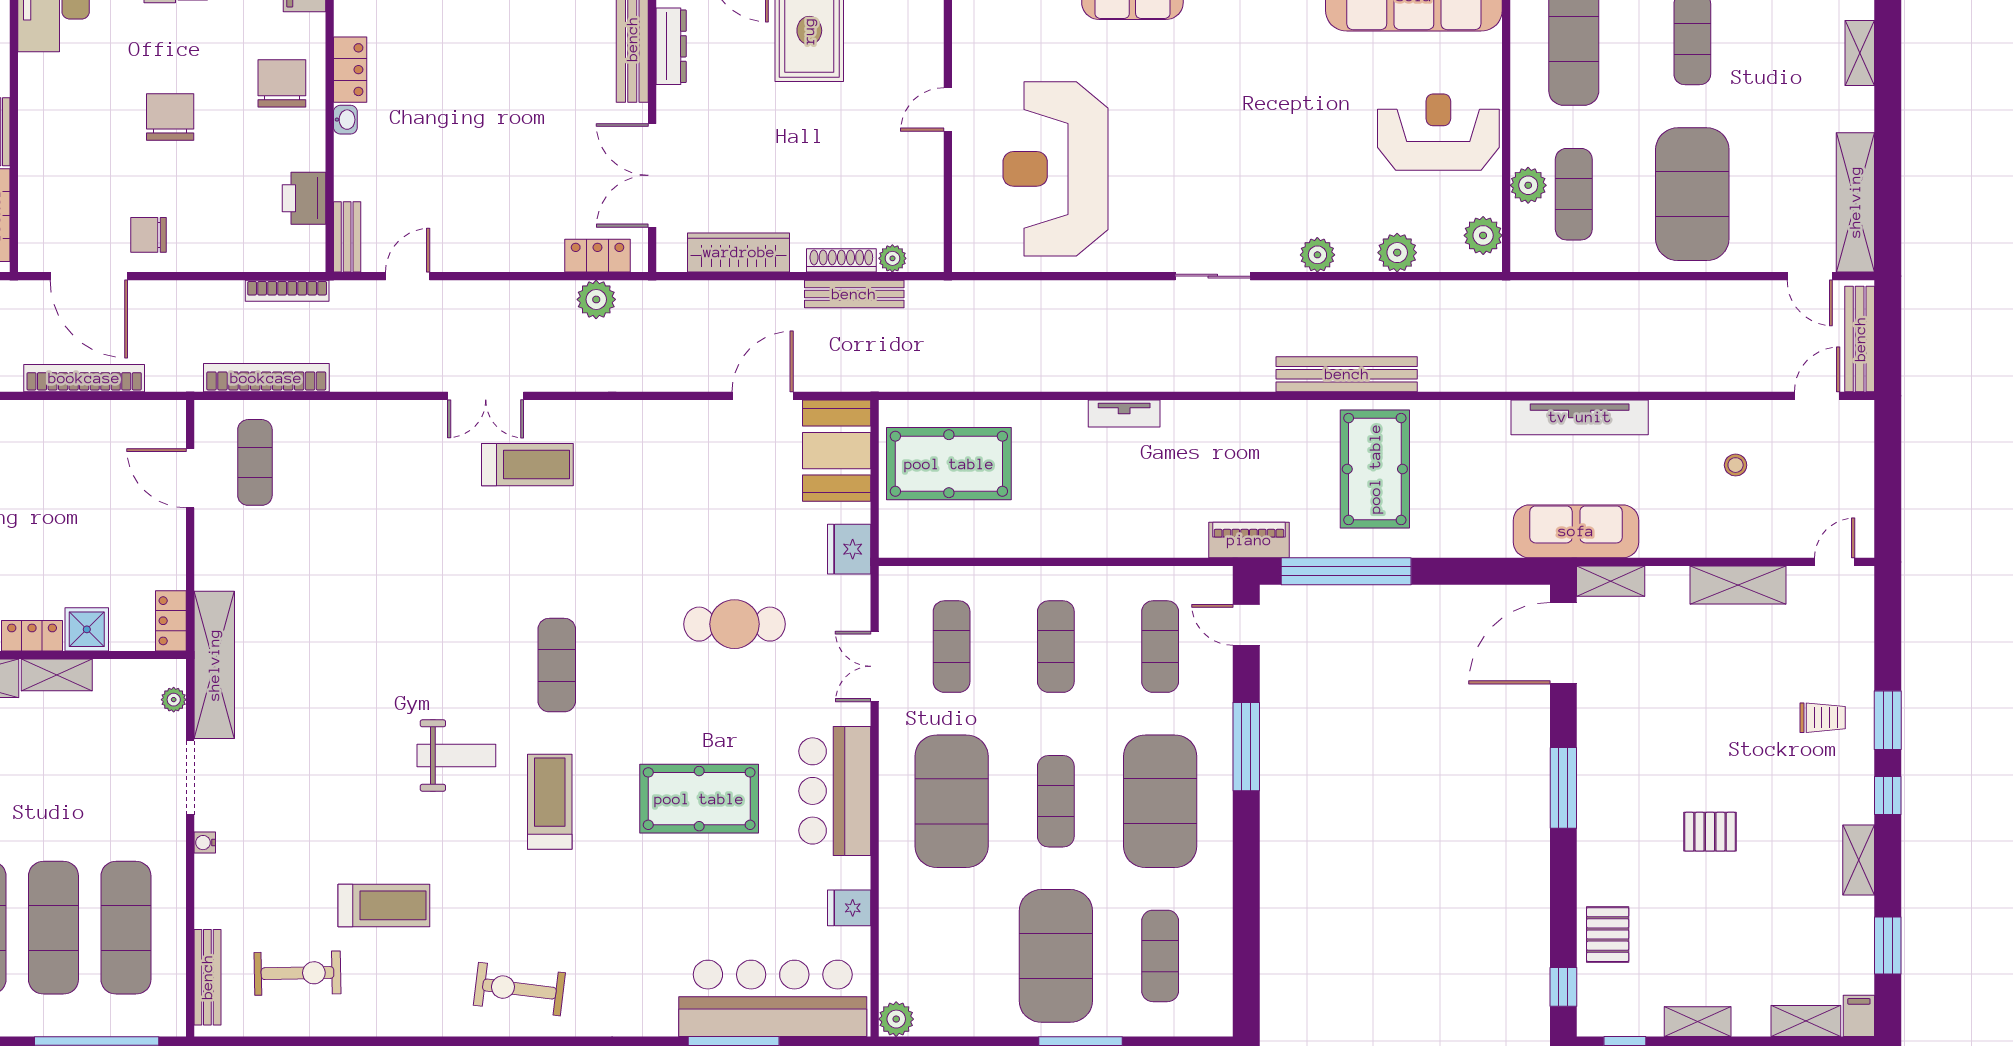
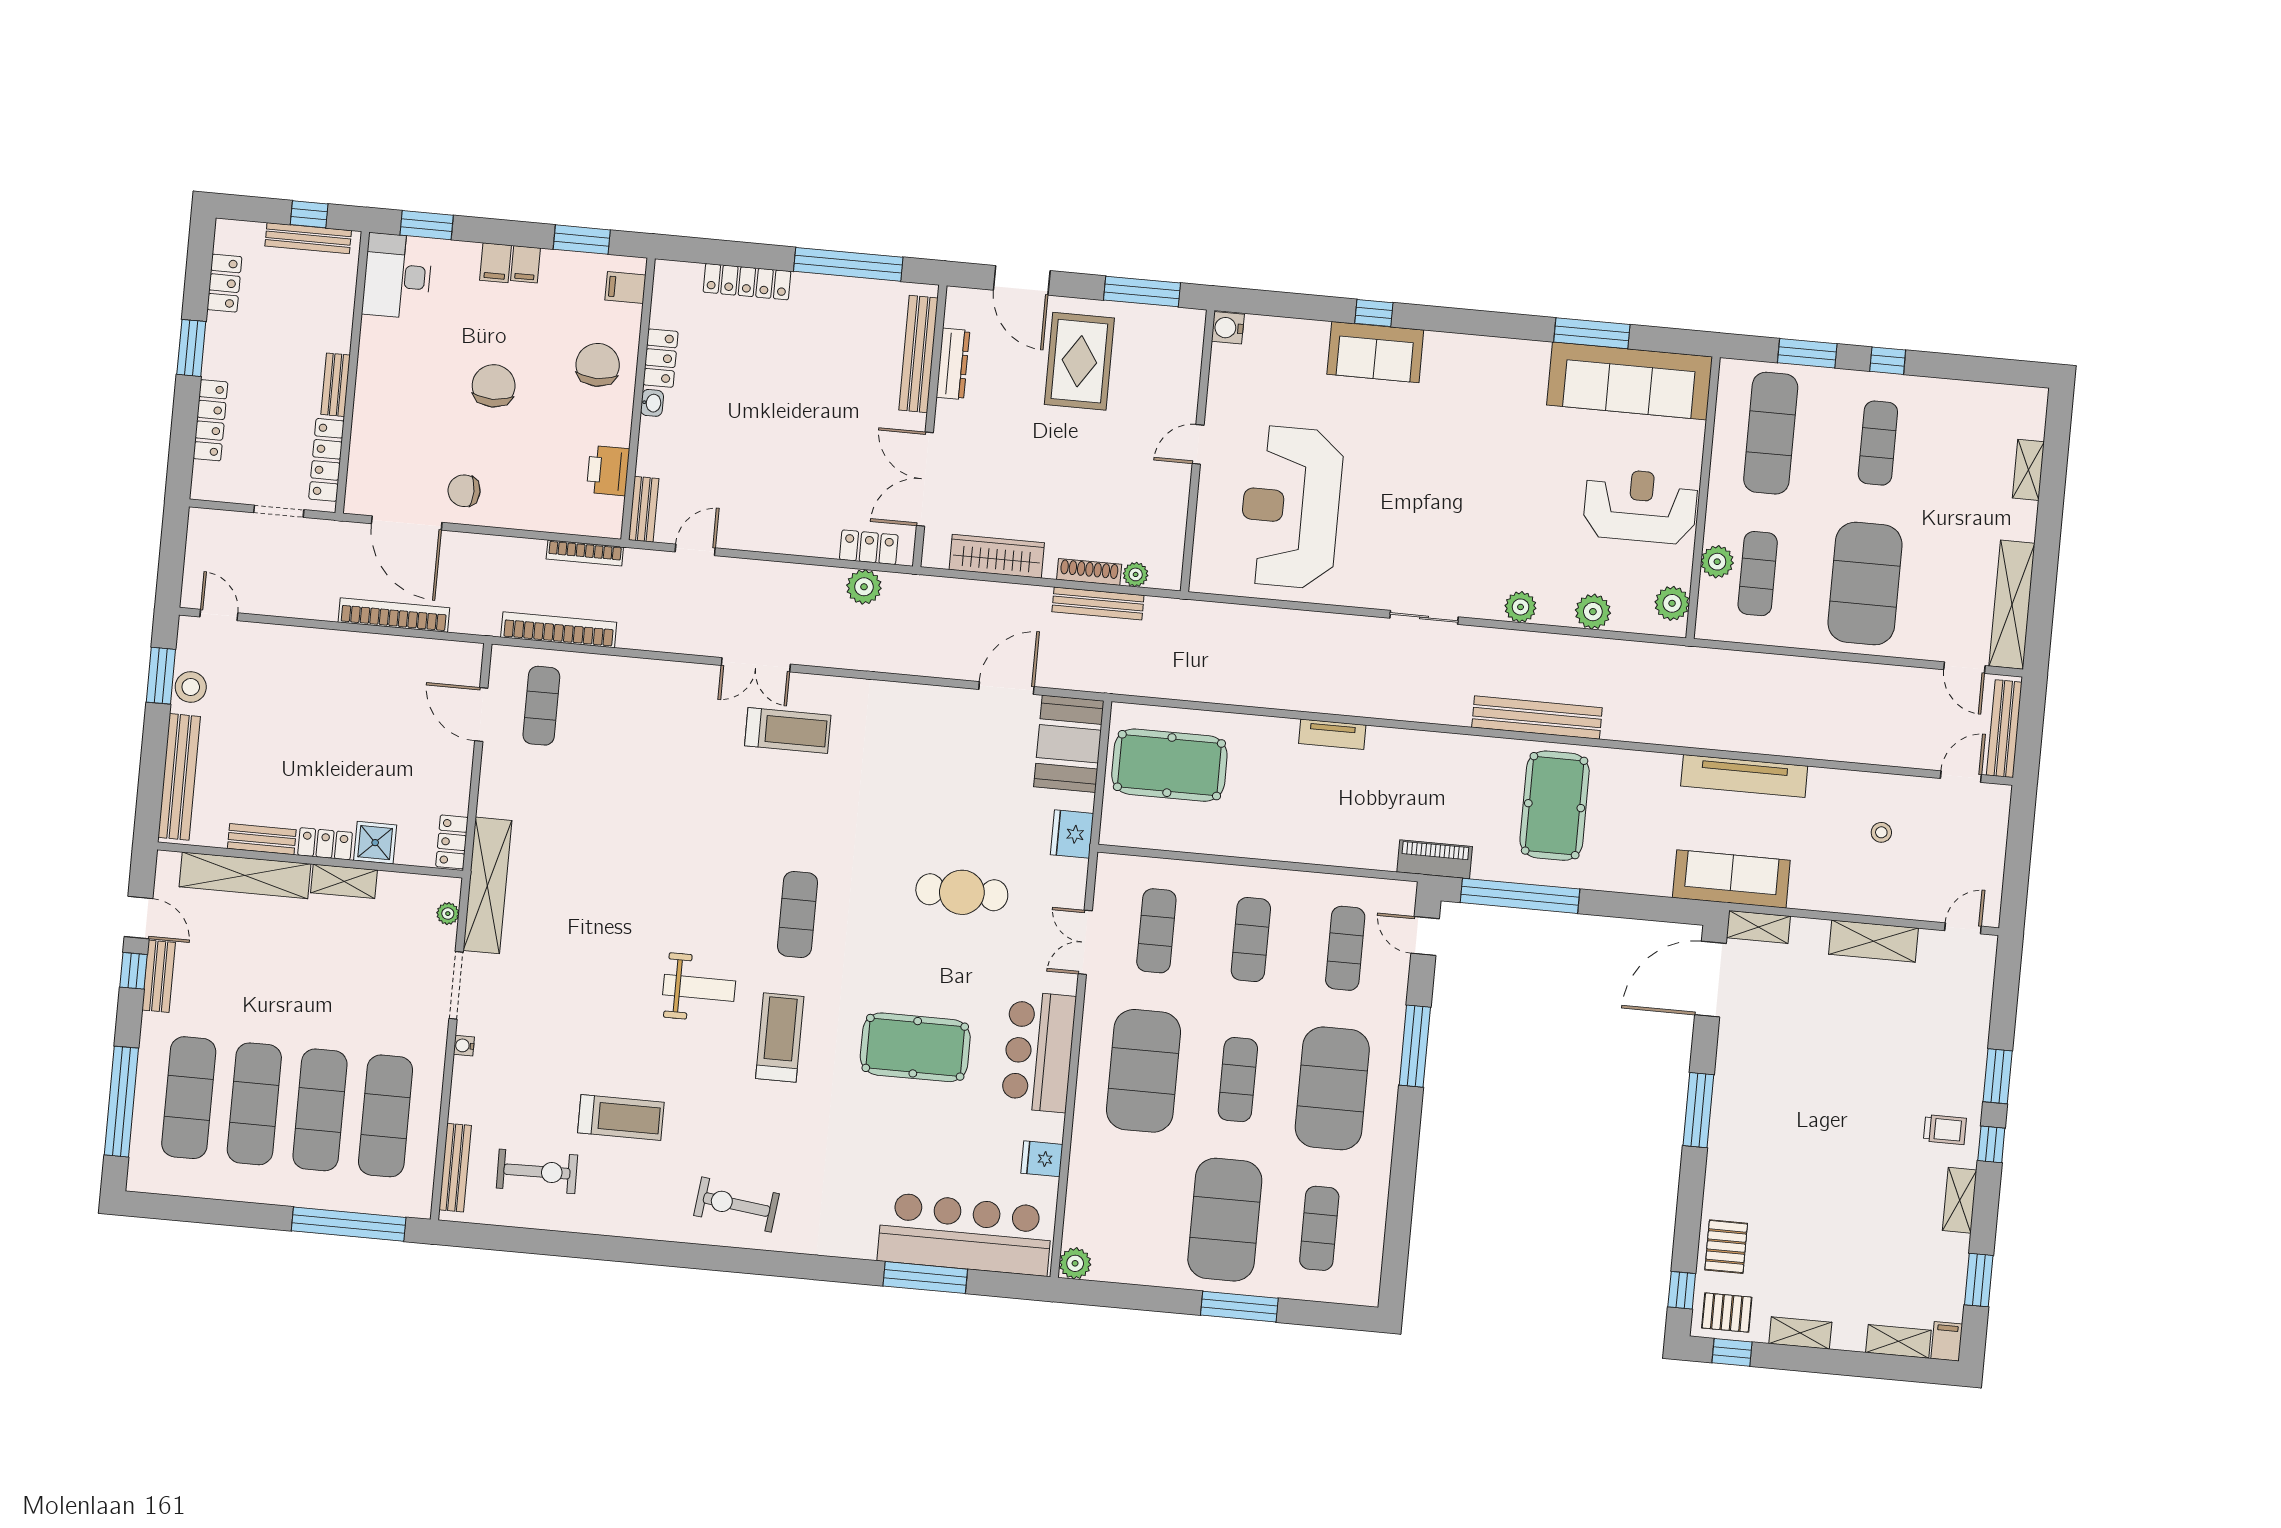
trolley: (1823, 718) -> (1945, 1130), moved
pallet: (1710, 832) -> (1727, 1313), moved

